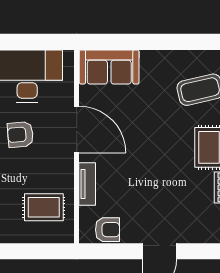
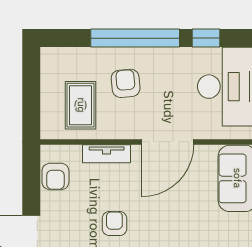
armchair: (20, 134) -> (126, 83), moved
armchair: (149, 177) -> (114, 223), added

